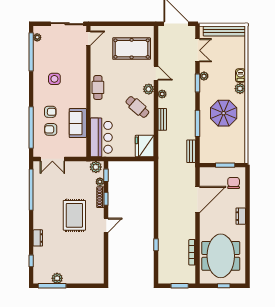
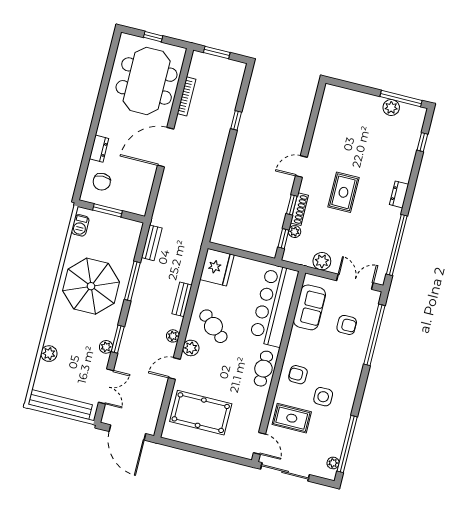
door: (88, 38) -> (259, 443), swing flipped
double door: (198, 50) -> (106, 386), swing flipped
rug: (71, 60) -> (292, 418), added
door: (156, 73) -> (174, 368), hinge flipped
barbecue: (241, 75) -> (80, 225), moved
plant: (240, 89) -> (49, 354), moved
armchair: (50, 112) -> (298, 375), moved
parasol: (224, 113) -> (91, 286), width x1.36, depth x1.36
sofa: (78, 123) -> (310, 307), moved
bar counter: (101, 137) -> (274, 306), width x1.36
plant: (96, 167) -> (322, 261), moved
door: (198, 200) -> (166, 147), moved
rug: (74, 215) -> (343, 192), width x0.73, depth x0.70
dresser: (241, 216) -> (99, 149), moved
dresser: (38, 238) -> (399, 194), moved

